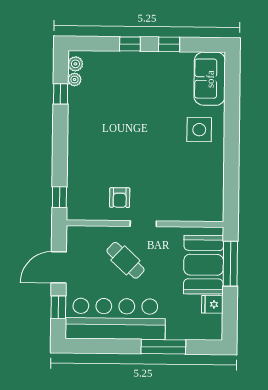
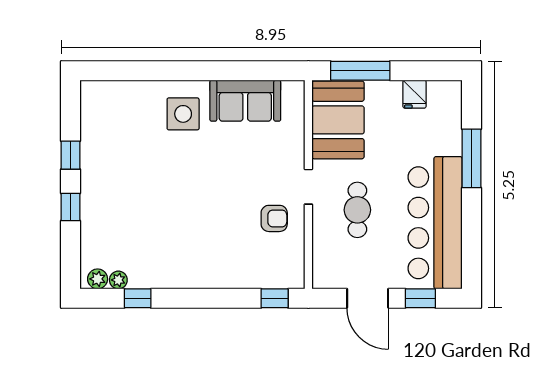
sofa: (210, 79) -> (245, 101), moved
cafe table: (125, 260) -> (357, 210), turned -43
booth: (204, 265) -> (338, 120), moved, turned 90

